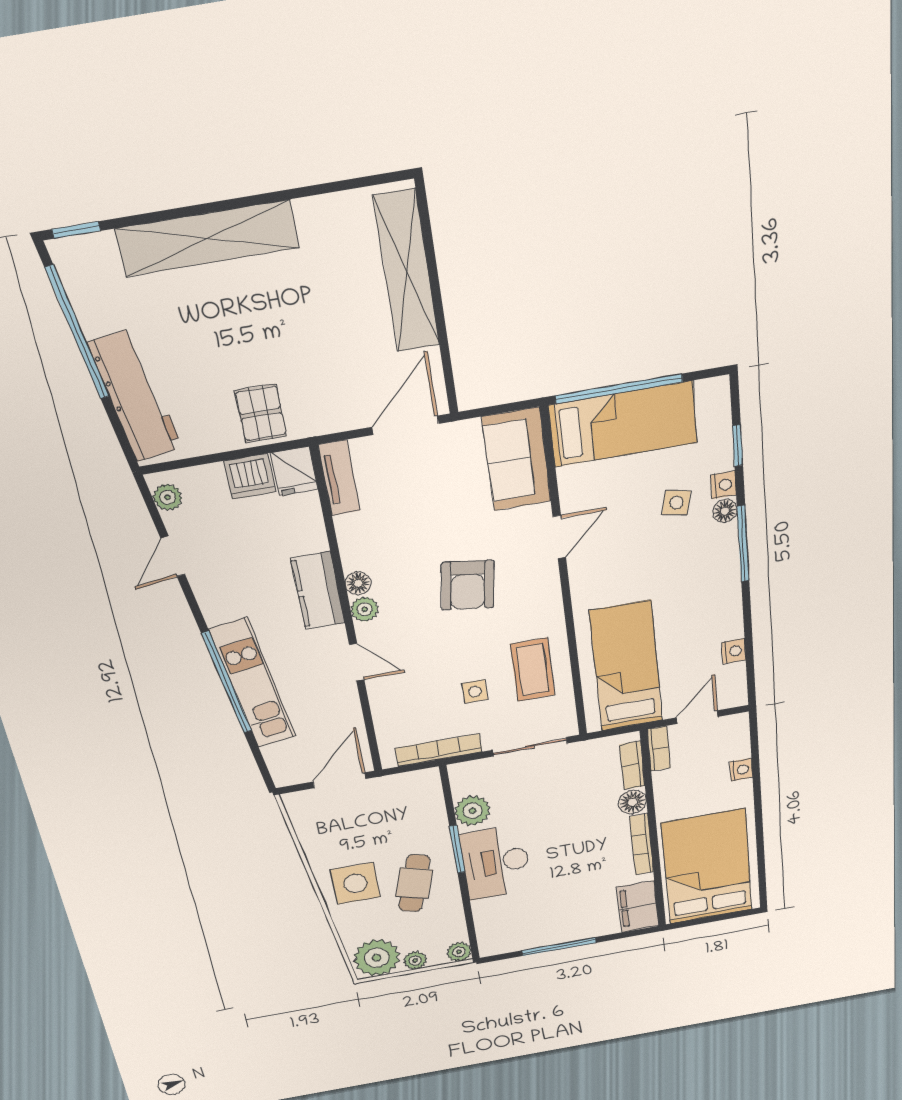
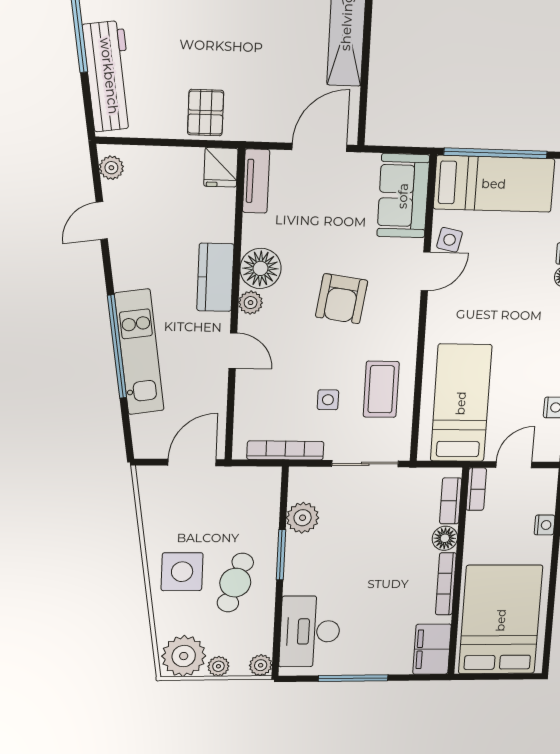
dishwasher: (250, 476) -> (183, 164), removed
side table: (676, 503) -> (450, 240), moved
floor lamp: (358, 583) -> (261, 268), width x1.89, depth x1.89
desk: (496, 862) -> (310, 631), moved

